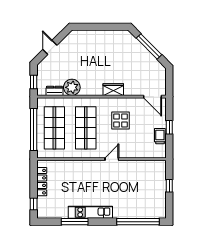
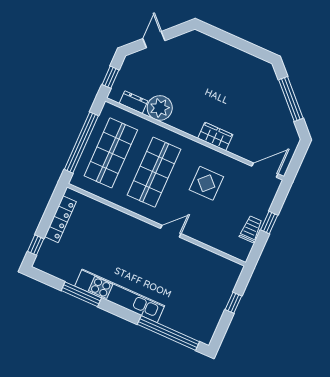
door: (152, 97) -> (265, 170), swing flipped
kitchen unit: (90, 212) -> (120, 296), width x1.36

